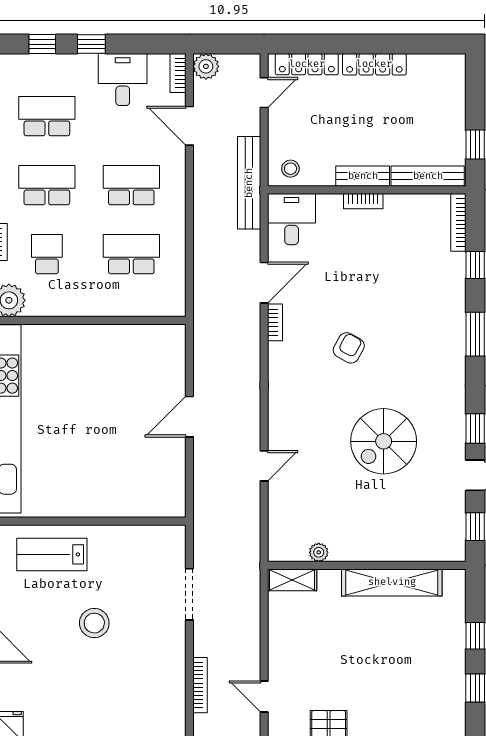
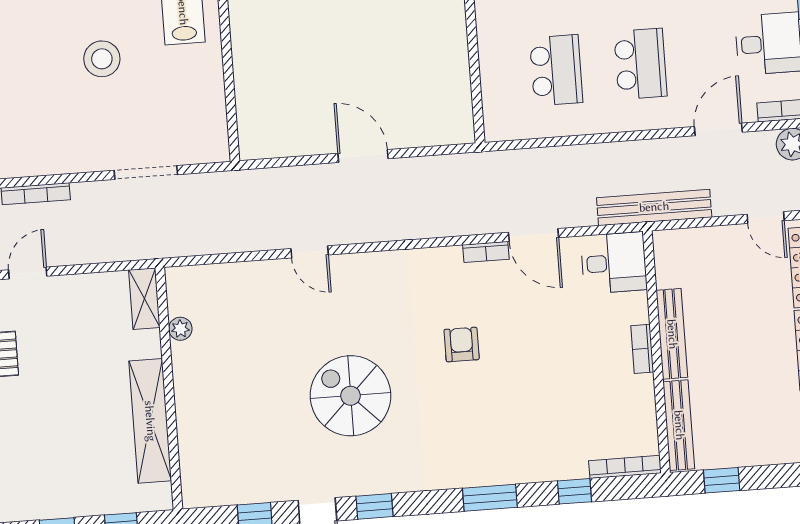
stool: (290, 169) -> (675, 257), removed
bench: (363, 176) -> (672, 334), width x1.36
armchair: (349, 348) -> (462, 345), turned -119
plant: (319, 552) -> (180, 329), moved
wall: (367, 565) -> (169, 389), moved
shelving: (292, 580) -> (144, 299), moved
shelving: (392, 582) -> (150, 421), moved

